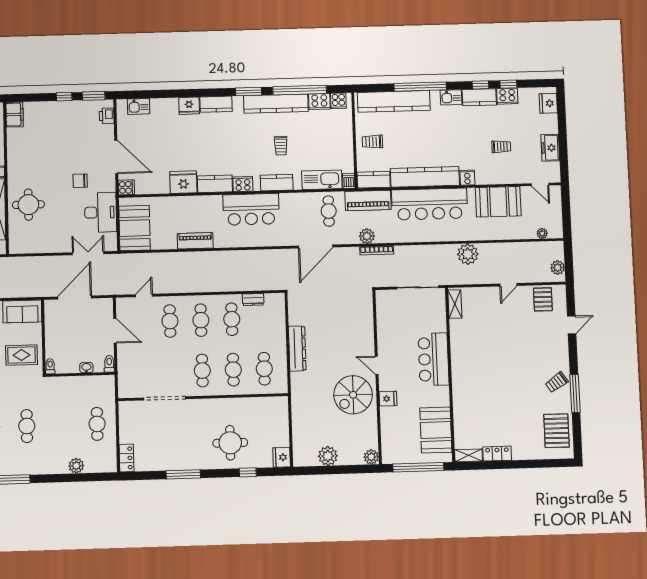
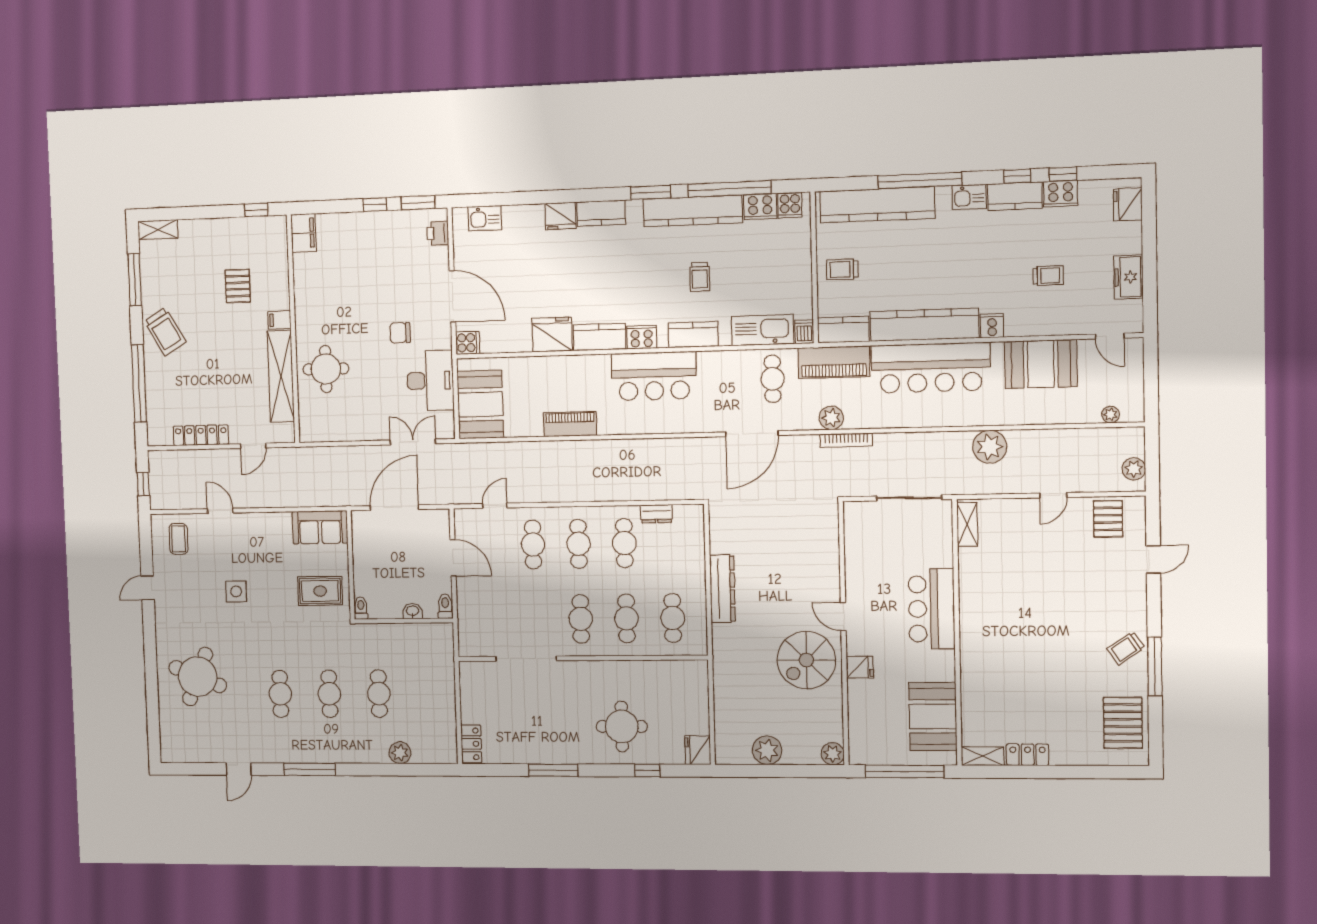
cafe table: (97, 424) -> (379, 694), moved

